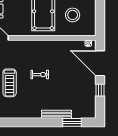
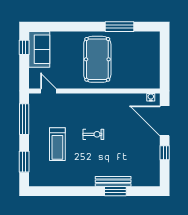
stool: (73, 15) -> (132, 64), removed
window: (72, 122) -> (115, 191), moved

